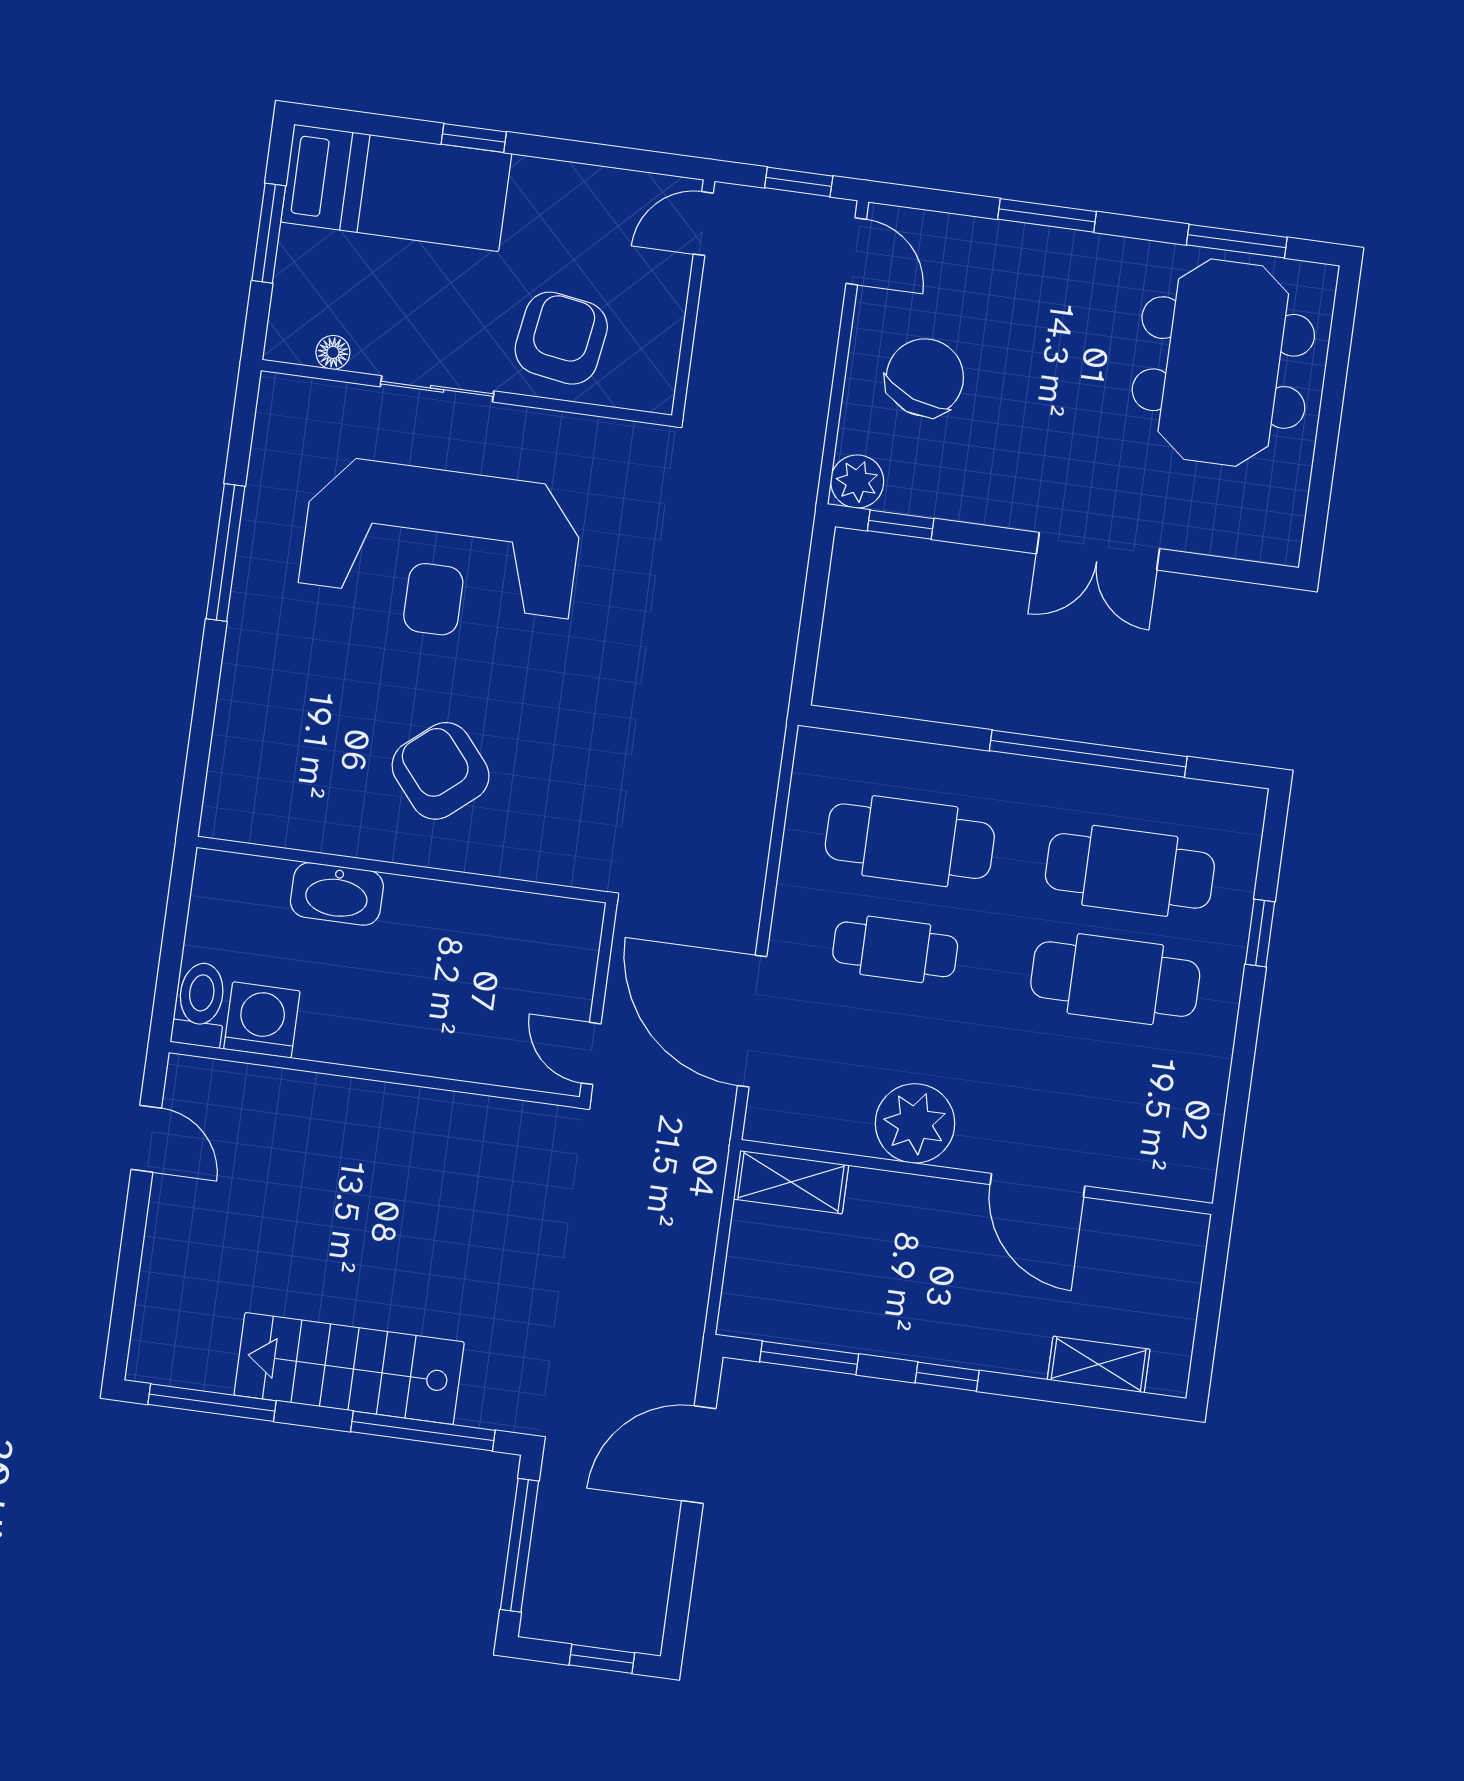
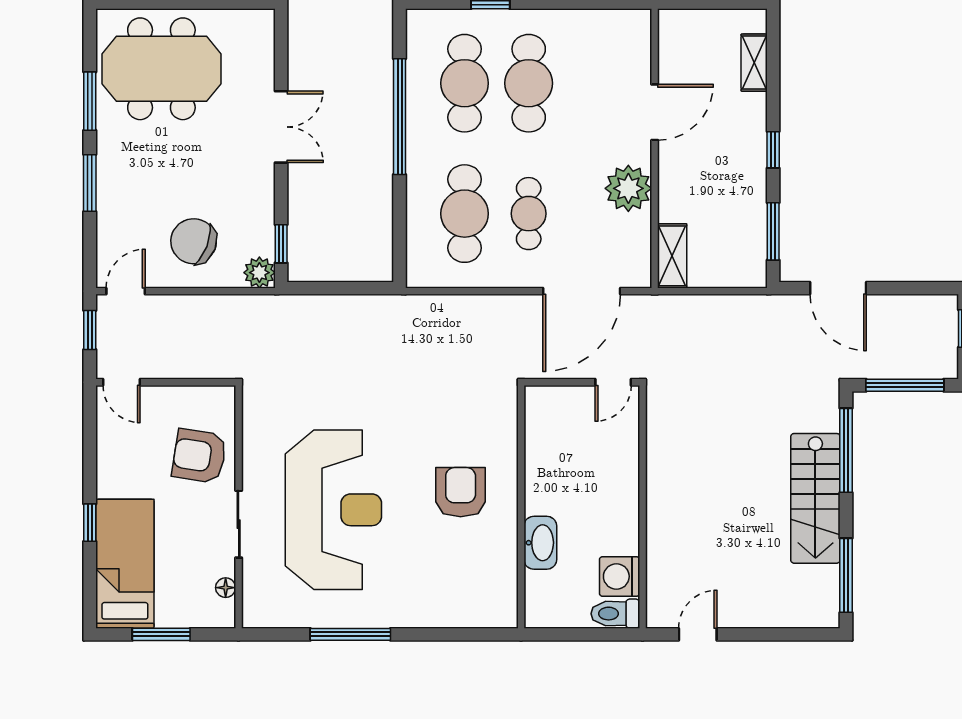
window: (1237, 241) -> (90, 101), moved
armchair: (441, 771) -> (461, 492), turned 130

